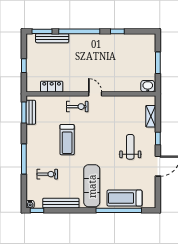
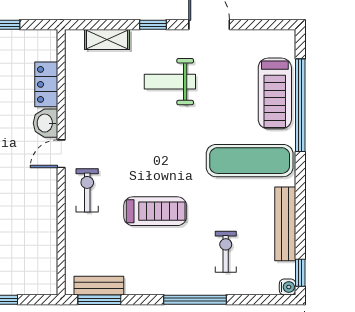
washbasin: (148, 86) -> (46, 123), moved
locker: (52, 87) -> (46, 84), moved

